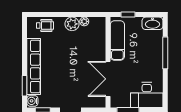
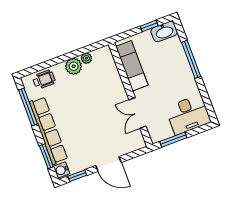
window: (128, 15) -> (149, 26), moved
window: (25, 42) -> (28, 107), added
double door: (108, 79) -> (138, 113), width x0.73

